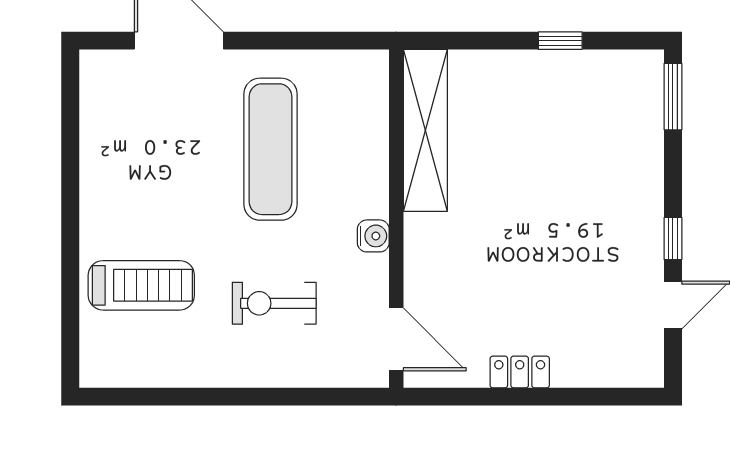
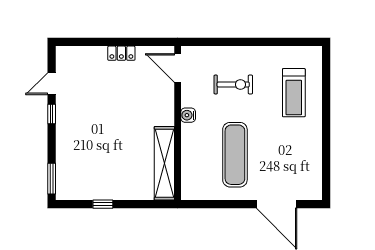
treadmill: (141, 285) -> (294, 93), turned -90

